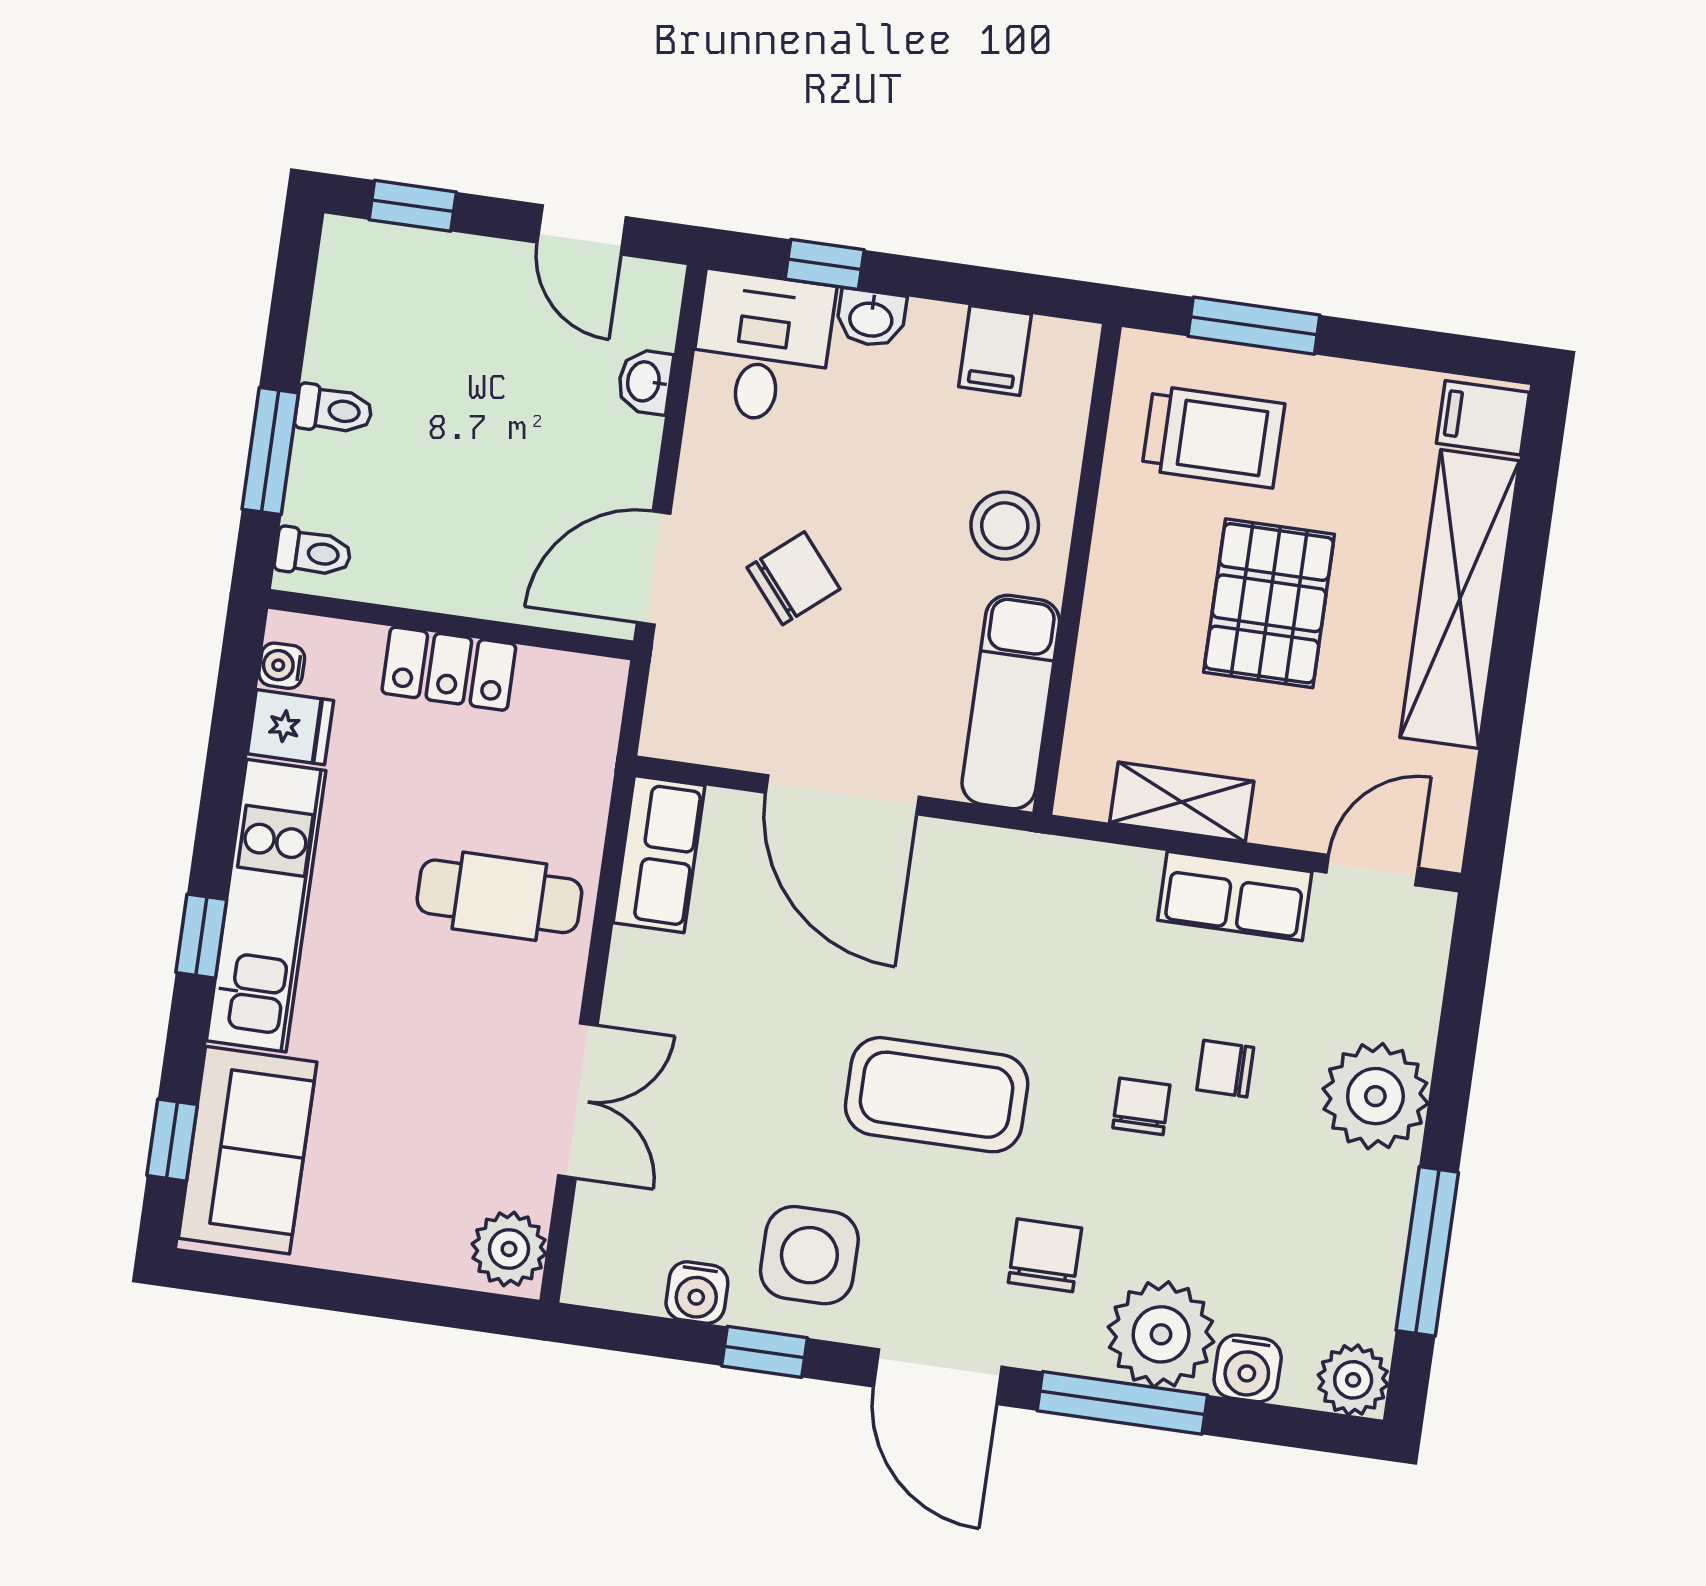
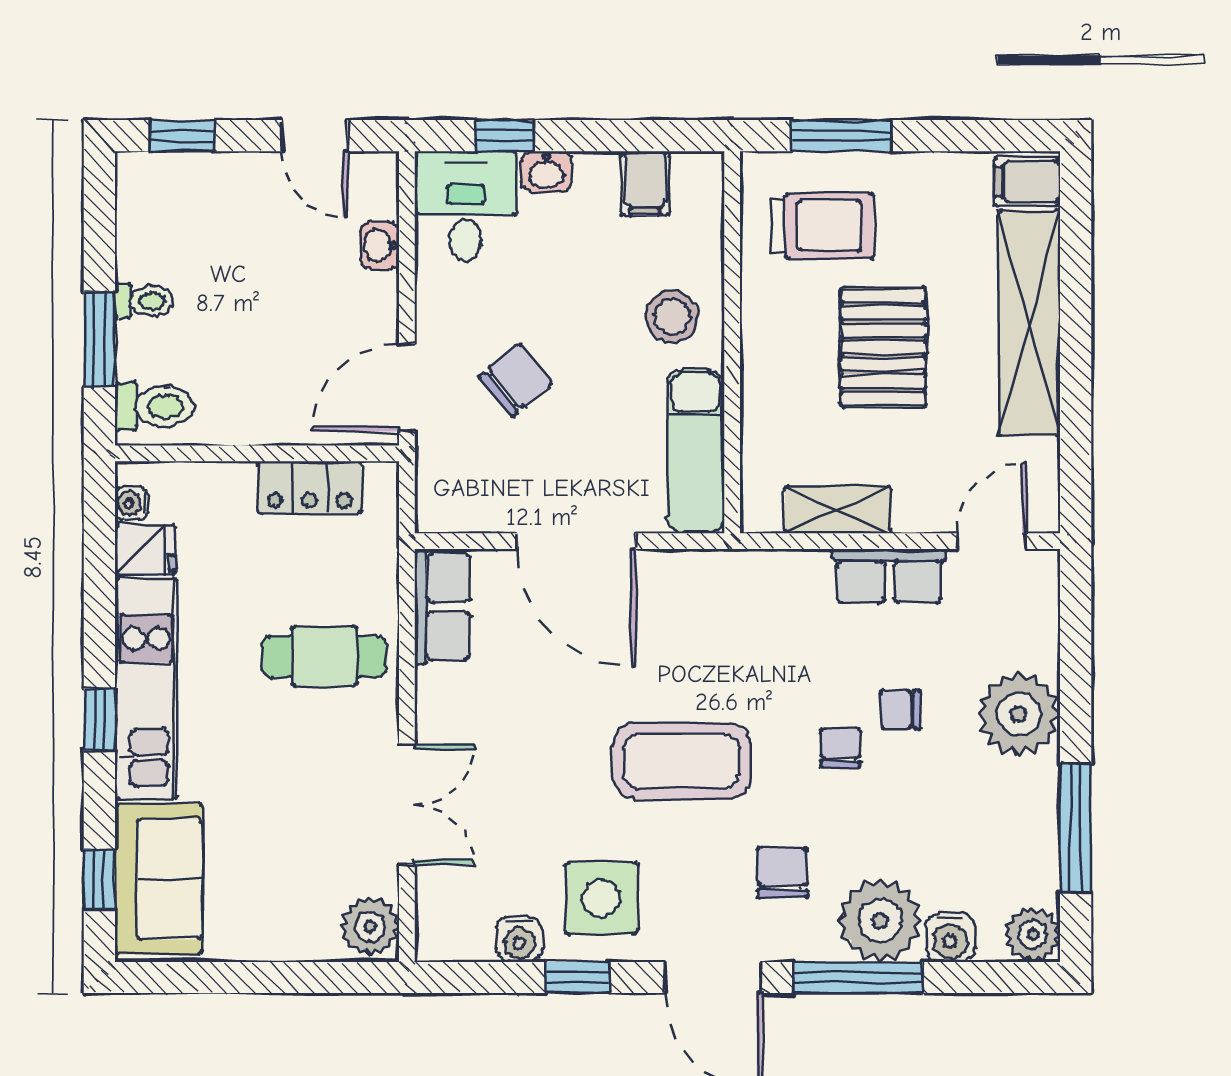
toilet: (313, 553) -> (154, 406), width x1.37, depth x1.39
locker: (449, 669) -> (309, 487), moved

